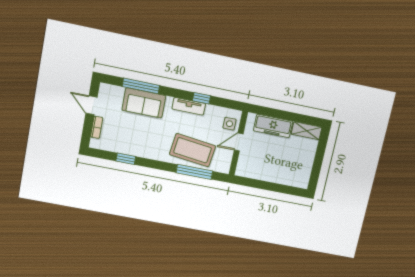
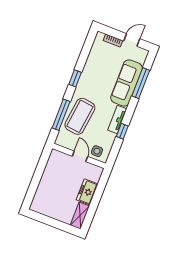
sofa: (144, 103) -> (127, 83), width x1.36
freezer: (273, 126) -> (87, 192), width x0.71
window: (126, 159) -> (75, 78), moved

